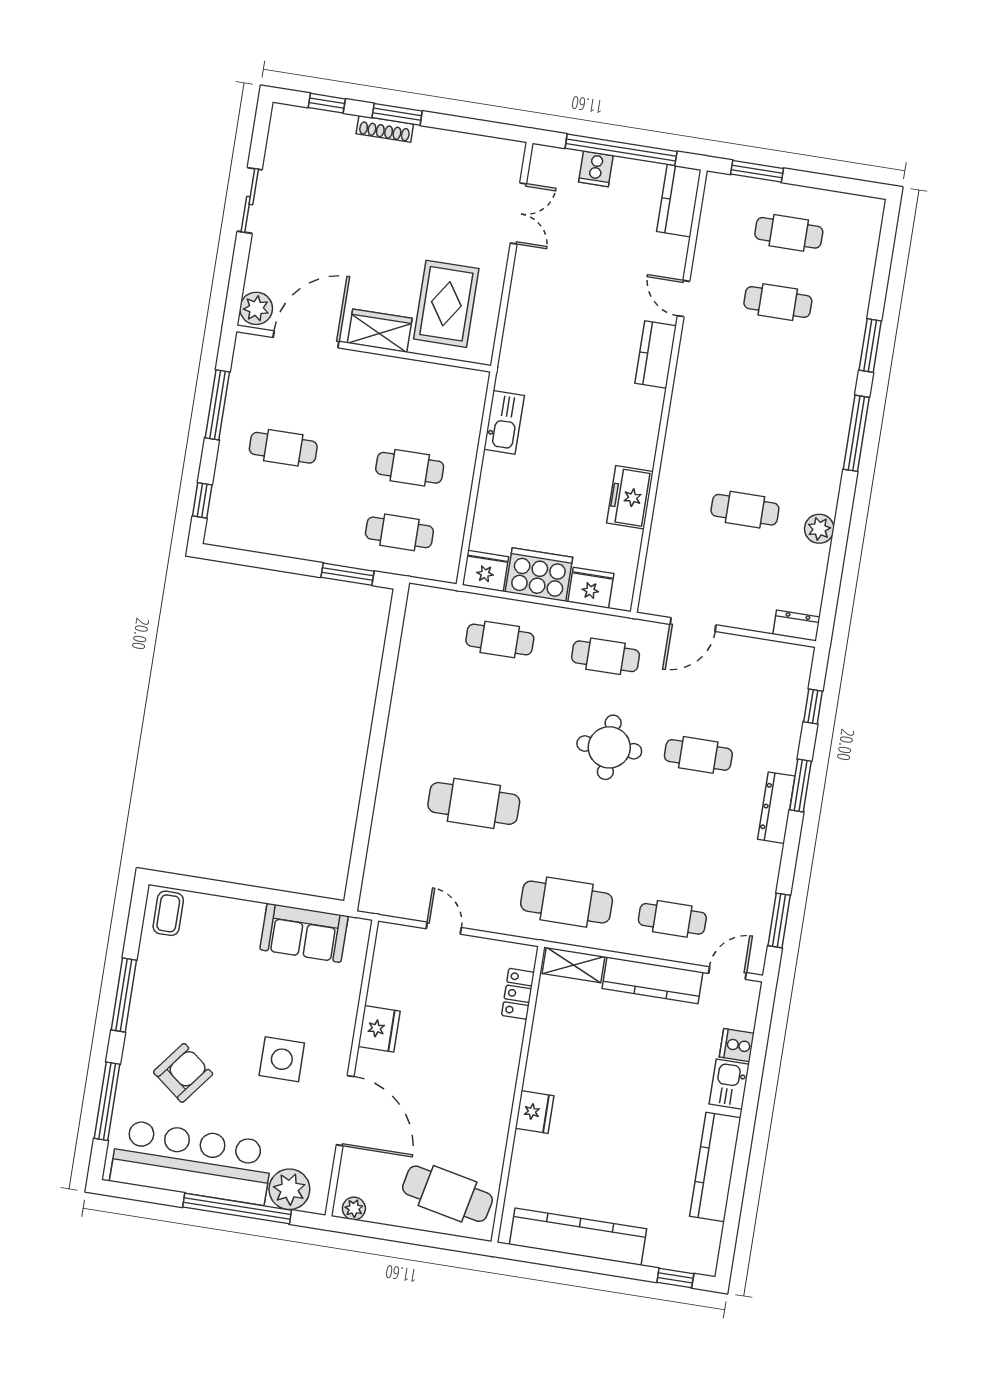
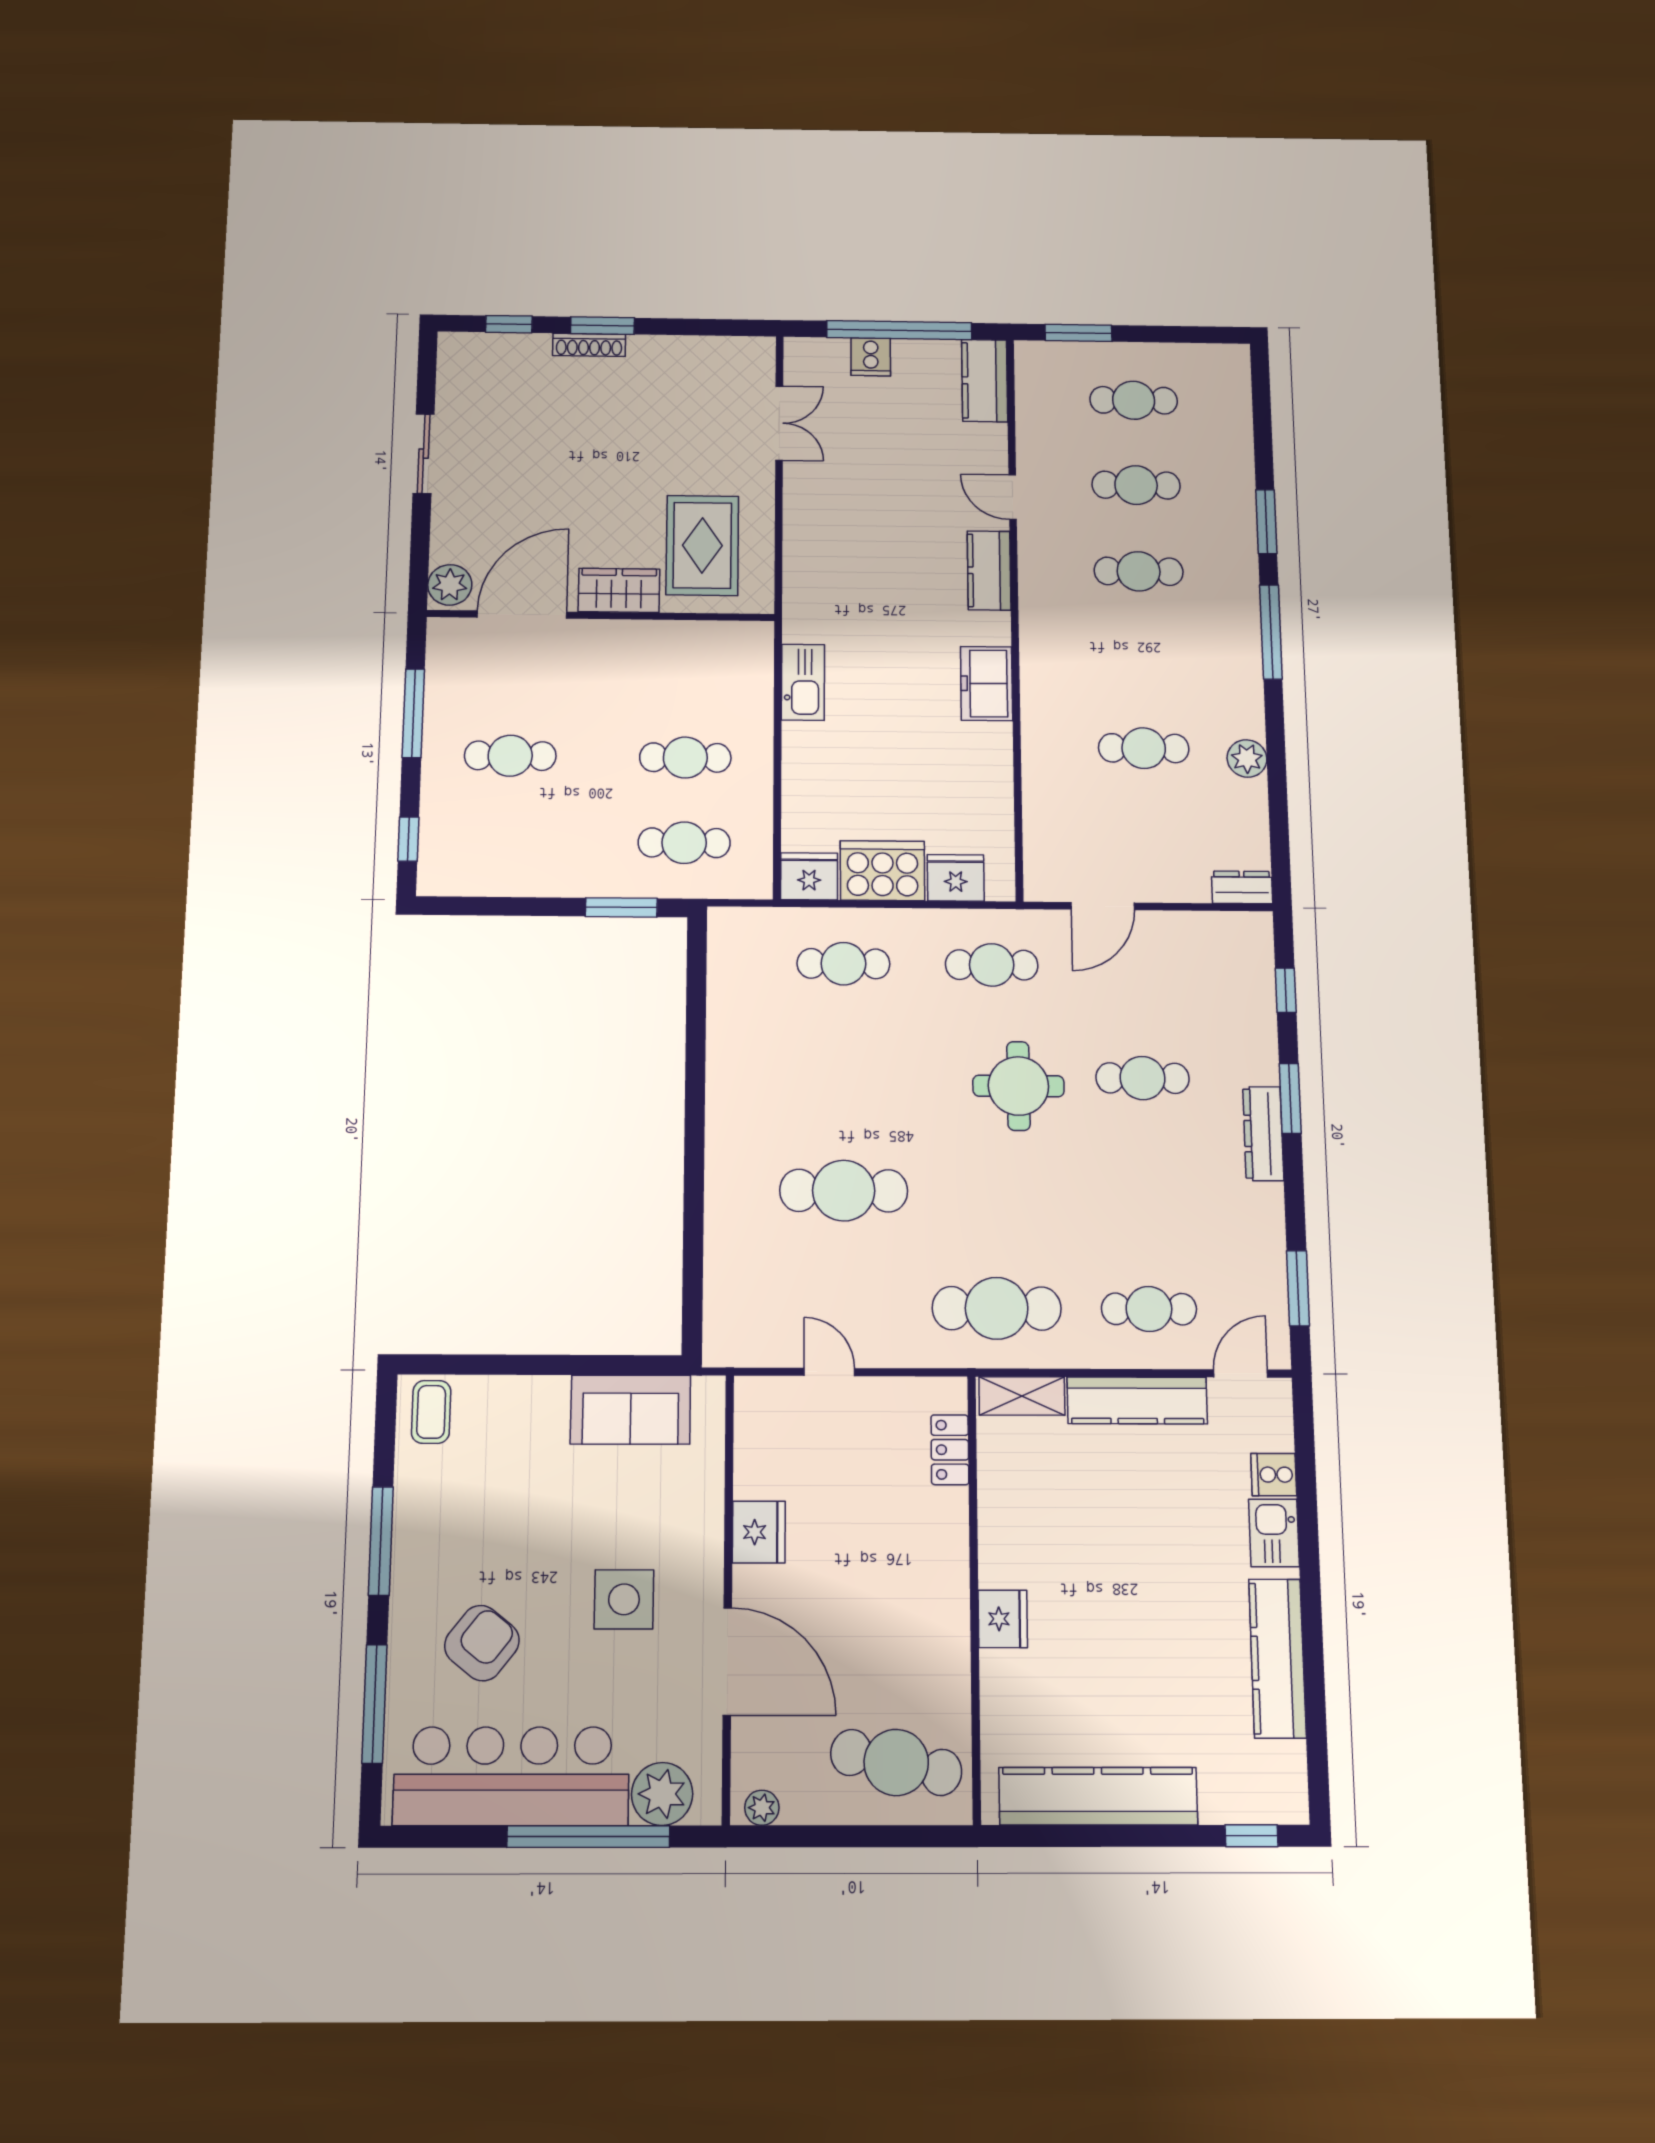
cafe table: (767, 371) -> (1139, 571), added
freezer: (630, 497) -> (987, 684), moved

